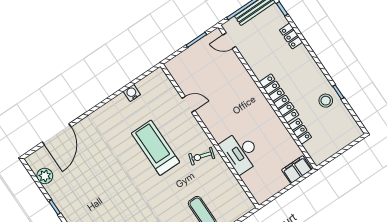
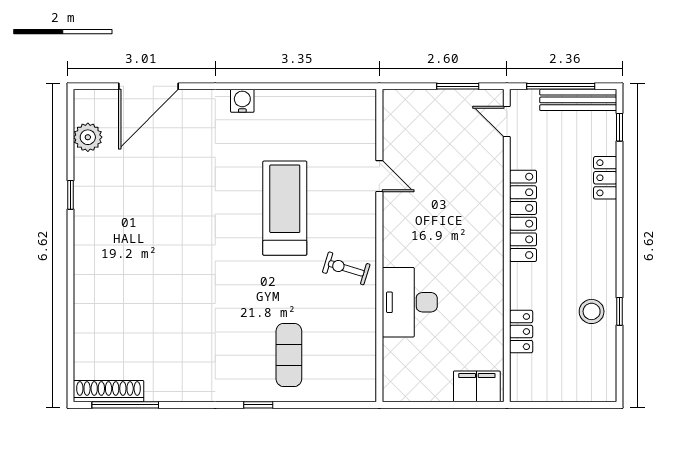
water cooler: (132, 93) -> (242, 101), moved
locker: (279, 98) -> (523, 216), moved

